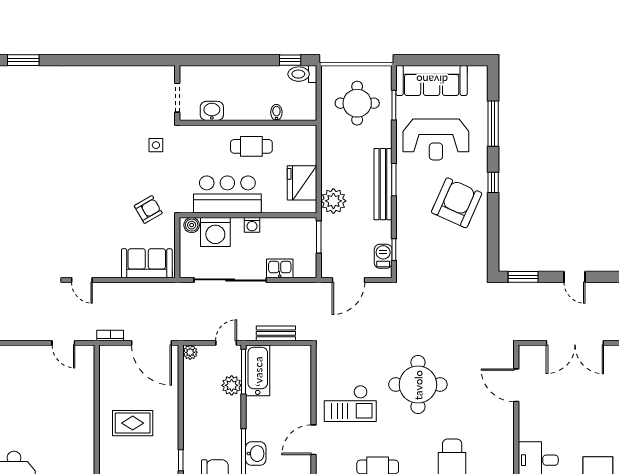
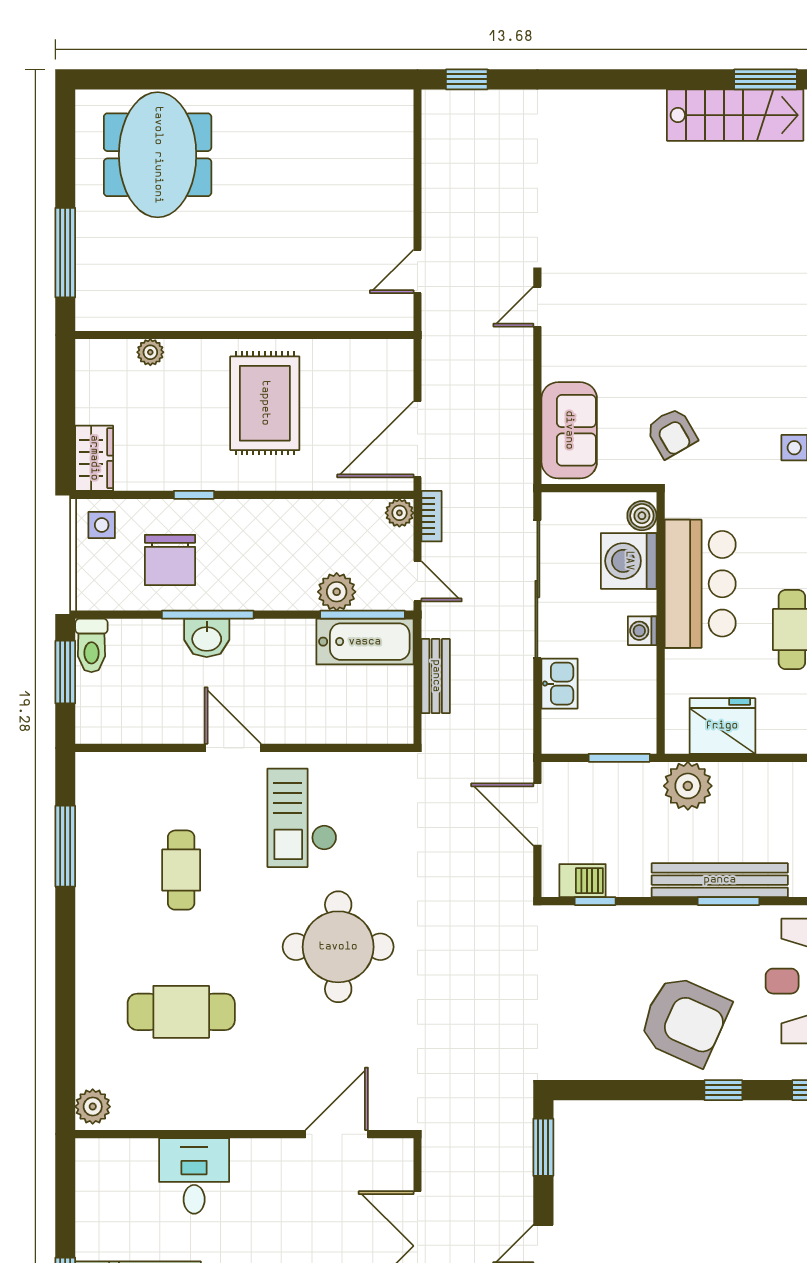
bookcase: (110, 335) -> (432, 516), moved
rug: (133, 423) -> (265, 403), width x1.36, depth x1.43

